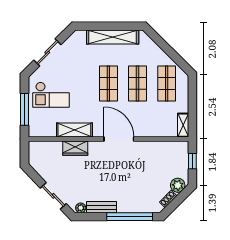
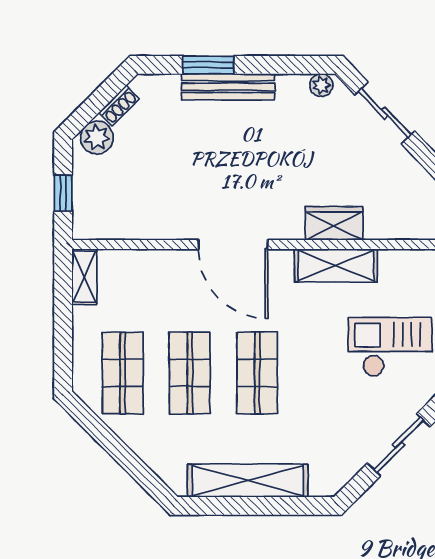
bench: (102, 207) -> (228, 87), moved, width x1.36
window: (130, 217) -> (208, 65), width x0.47

